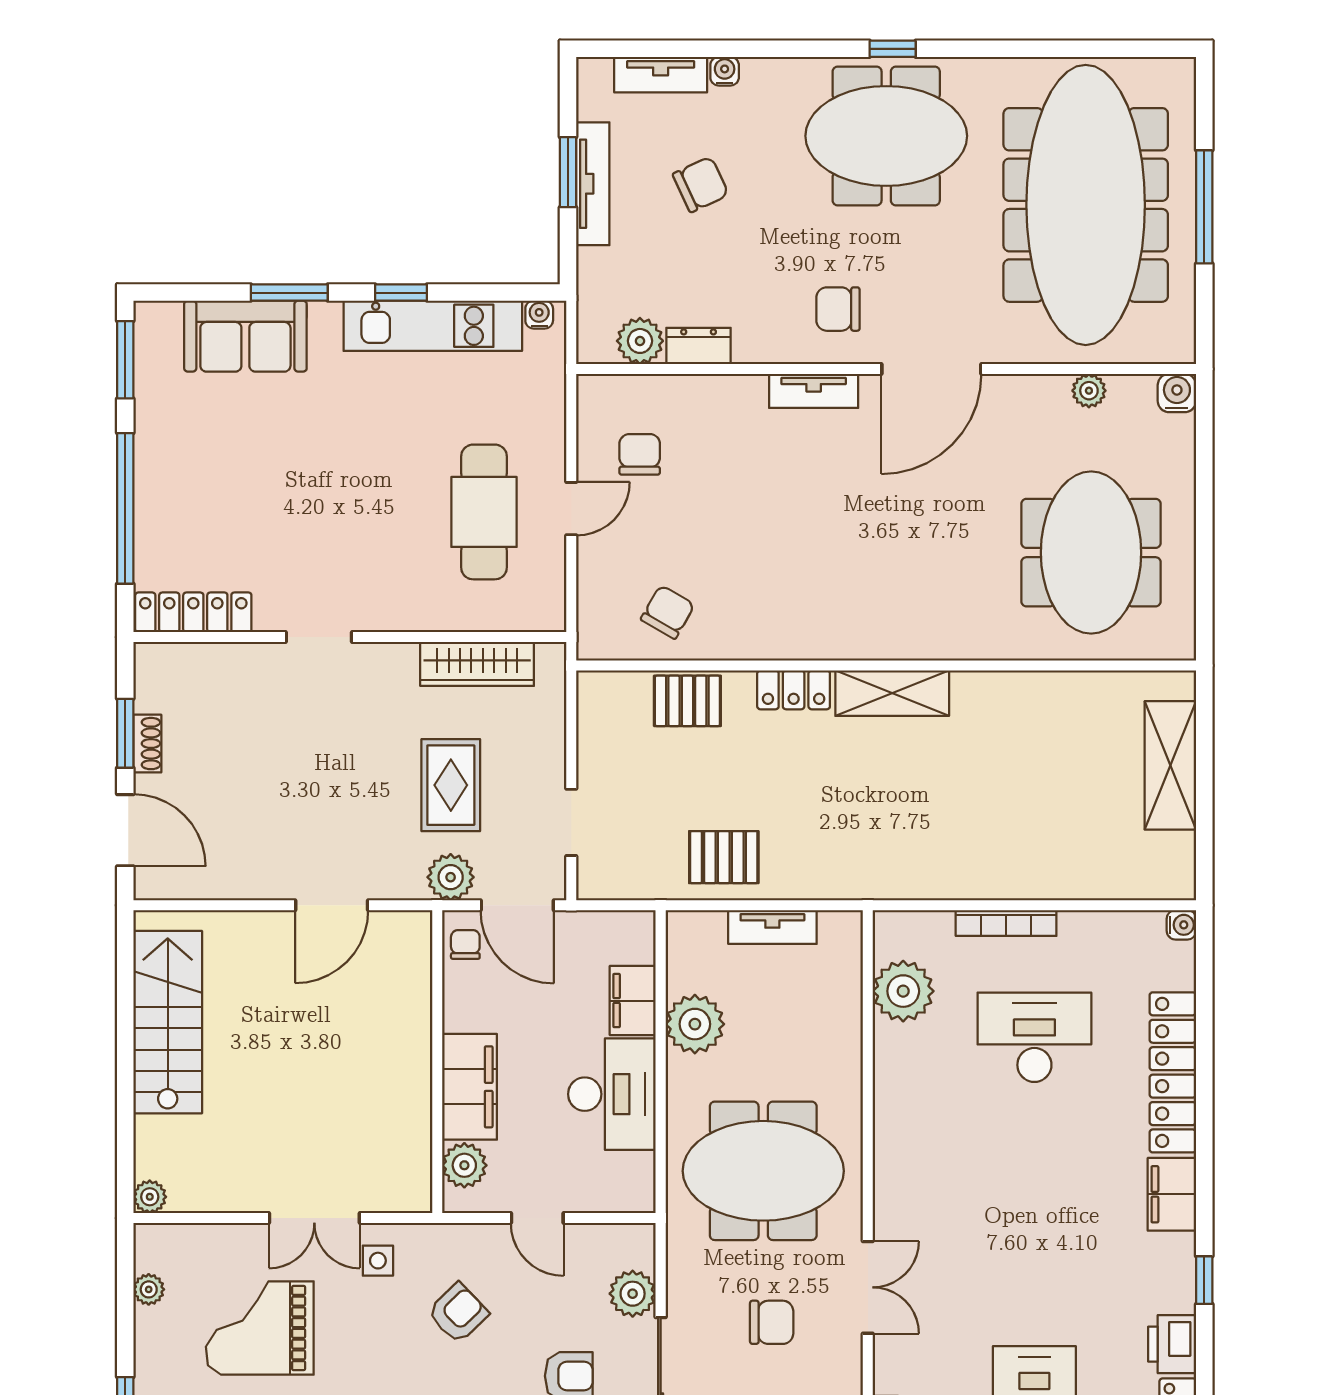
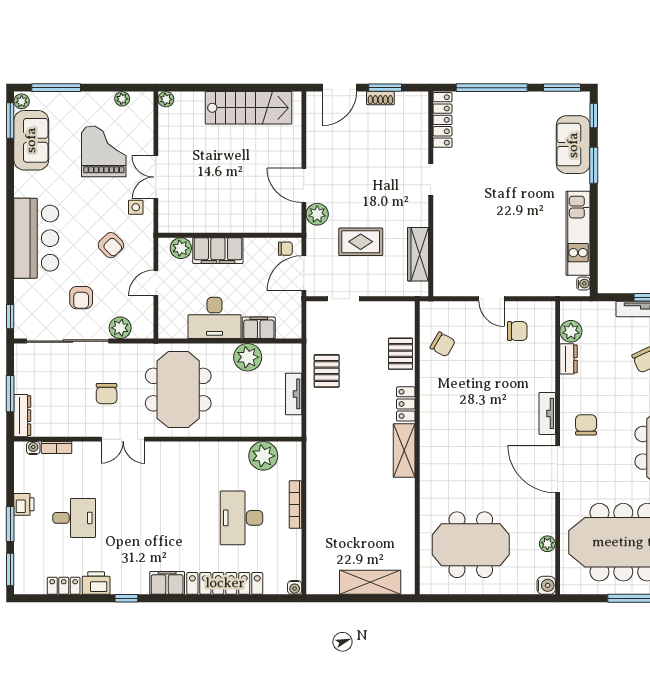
window: (401, 293) -> (594, 116), moved
cafe table: (484, 512) -> (490, 257), removed
plant: (451, 877) -> (317, 214), moved
desk: (1034, 1037) -> (241, 518), turned 180

